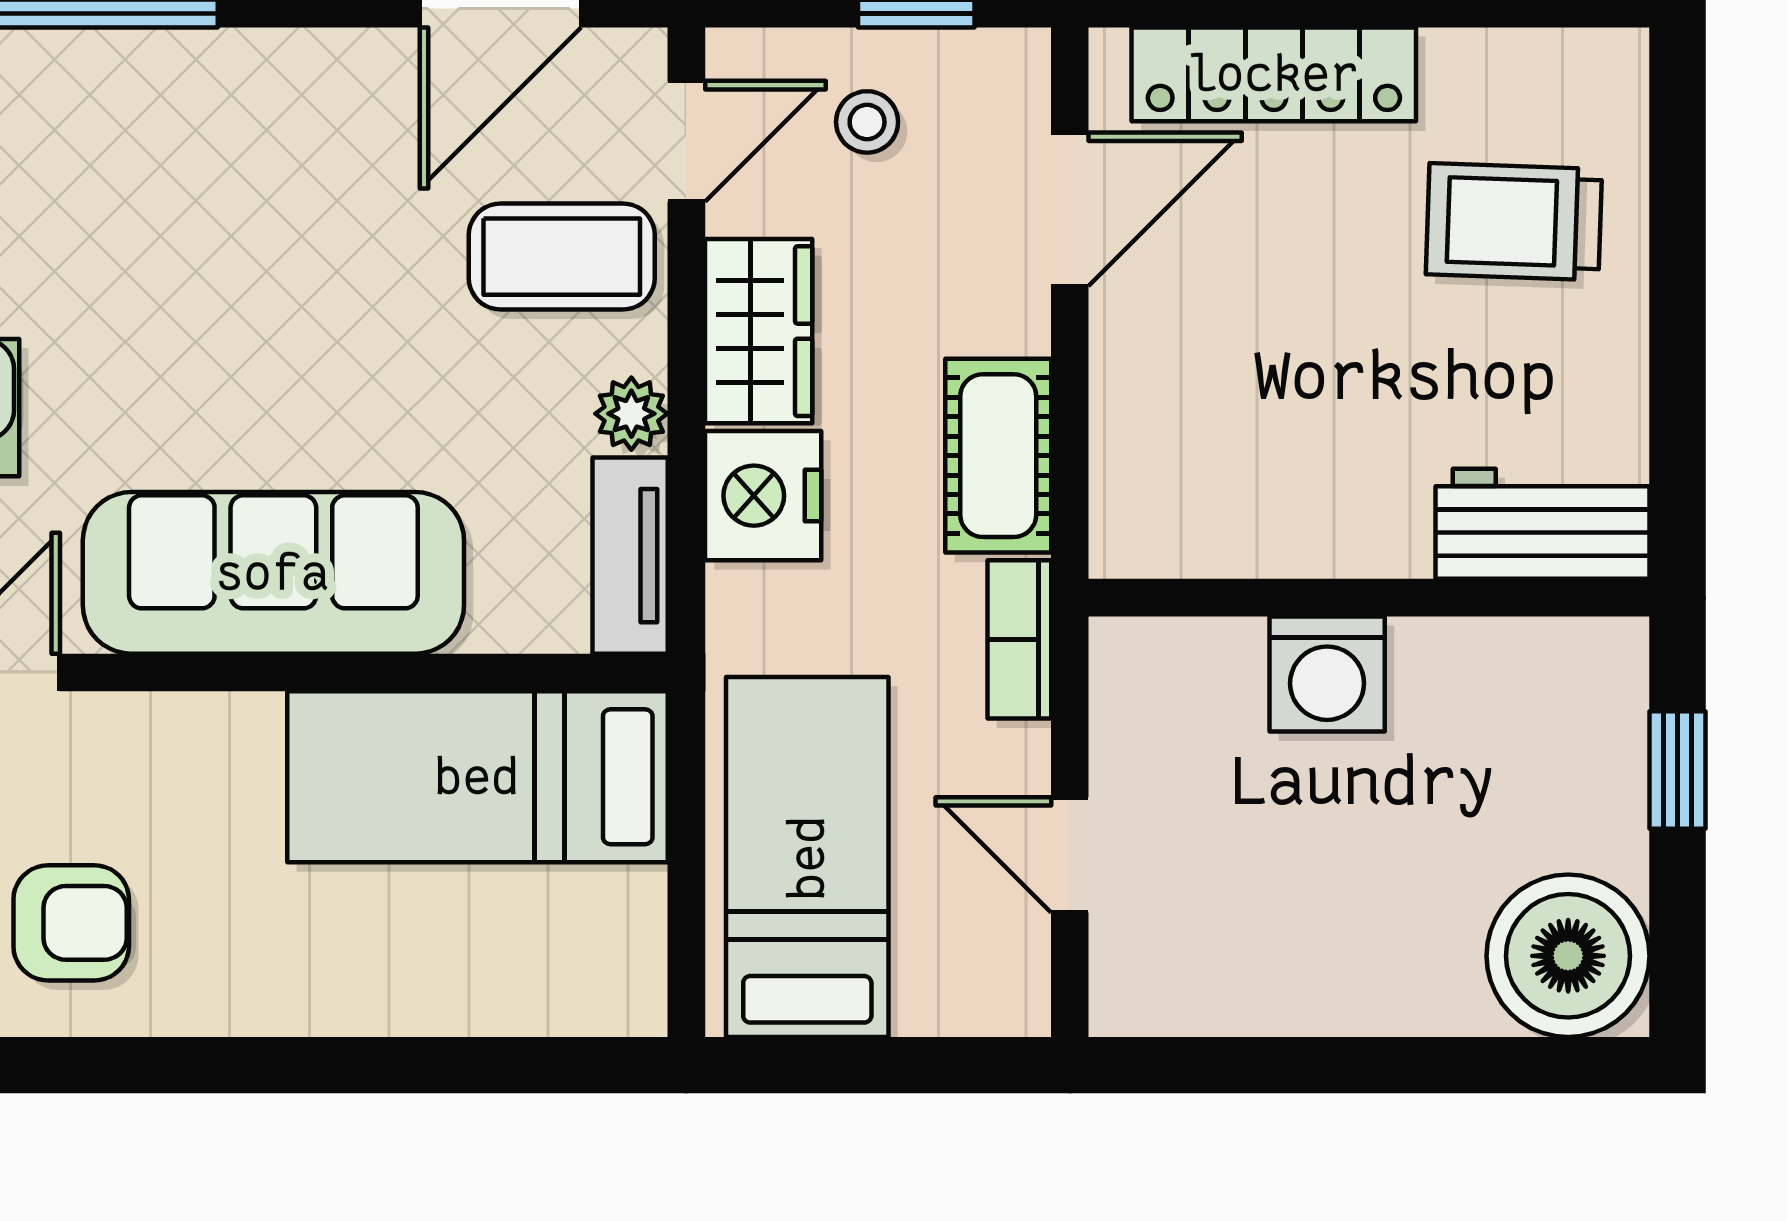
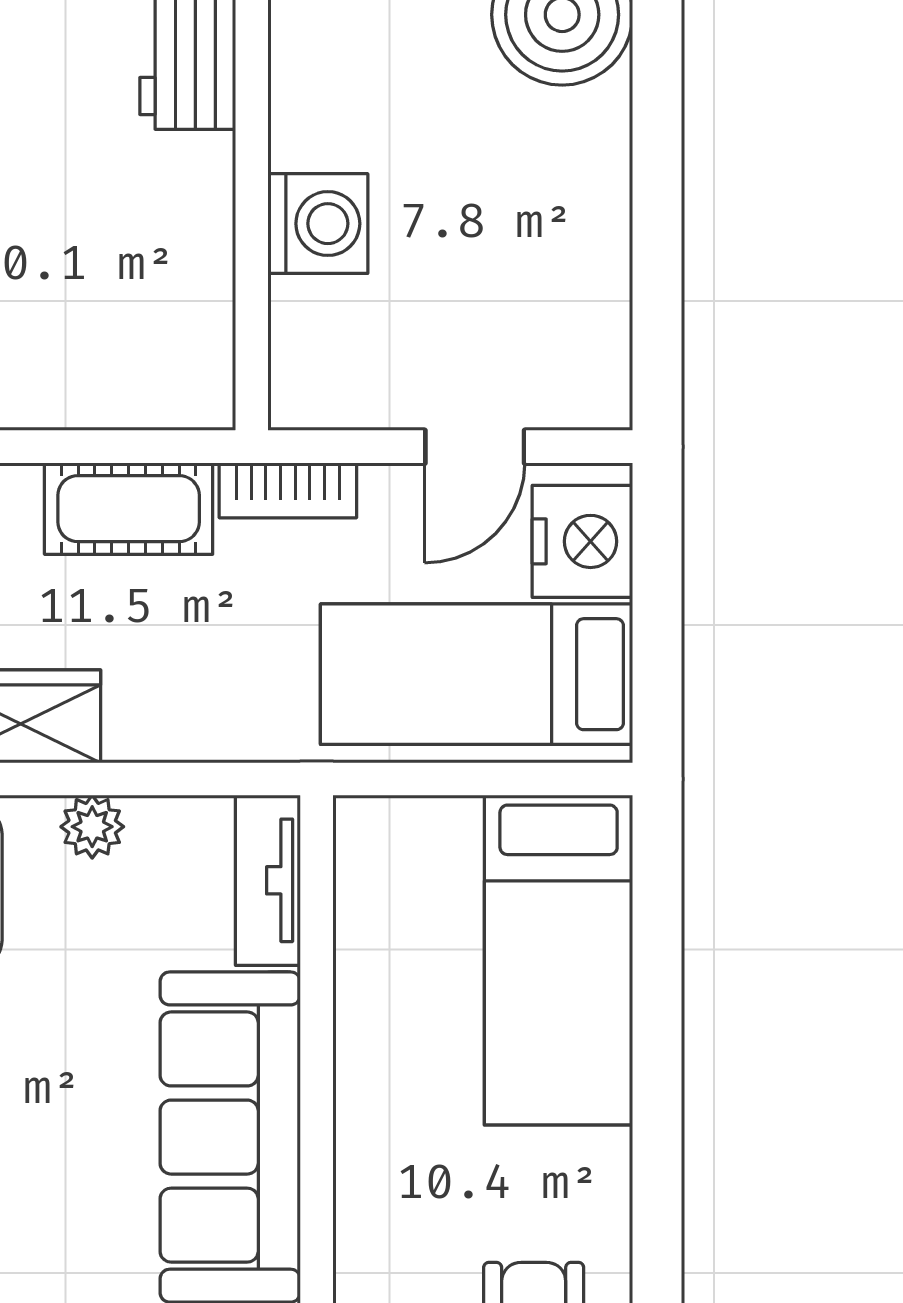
nightstand: (763, 496) -> (582, 541), moved, turned -90
tv unit: (630, 556) -> (268, 880), moved, turned 90
bed: (478, 777) -> (559, 960), moved

